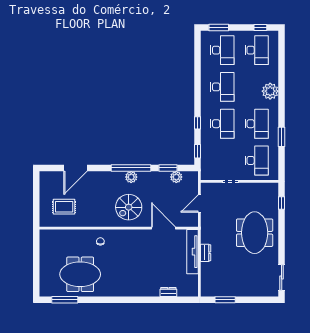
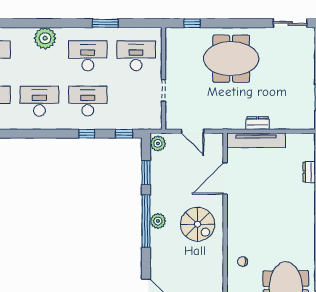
plant: (176, 177) -> (158, 143), moved

